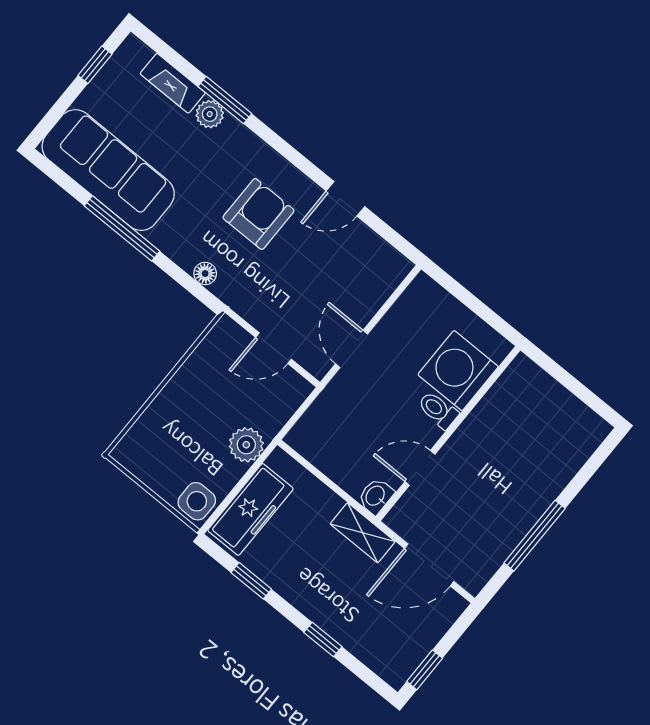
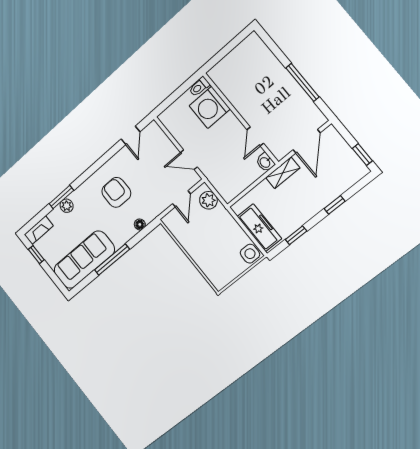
fireplace: (173, 83) -> (39, 230), moved
door: (345, 199) -> (131, 135), moved
toilet: (438, 410) -> (199, 87), moved
plant: (246, 445) -> (208, 200), moved

